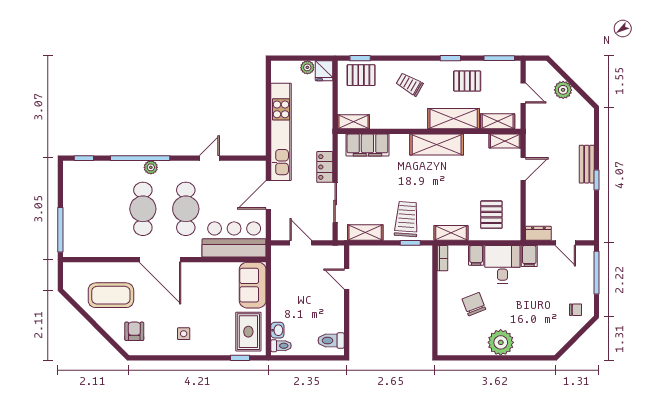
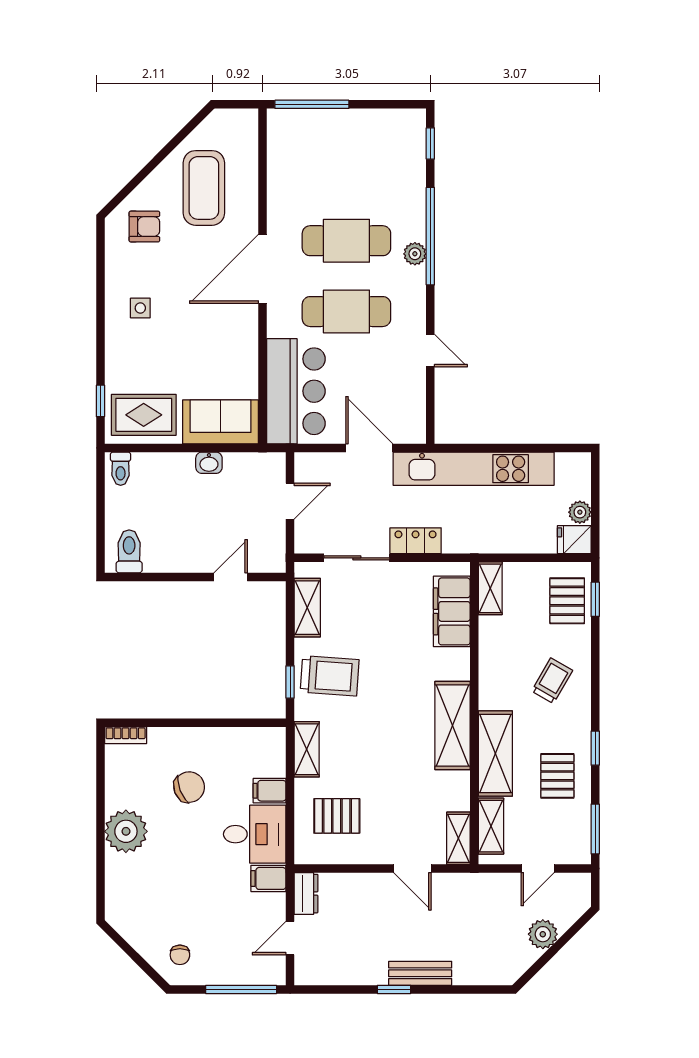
bookcase: (443, 258) -> (126, 735), moved
washbasin: (277, 330) -> (209, 463), moved

